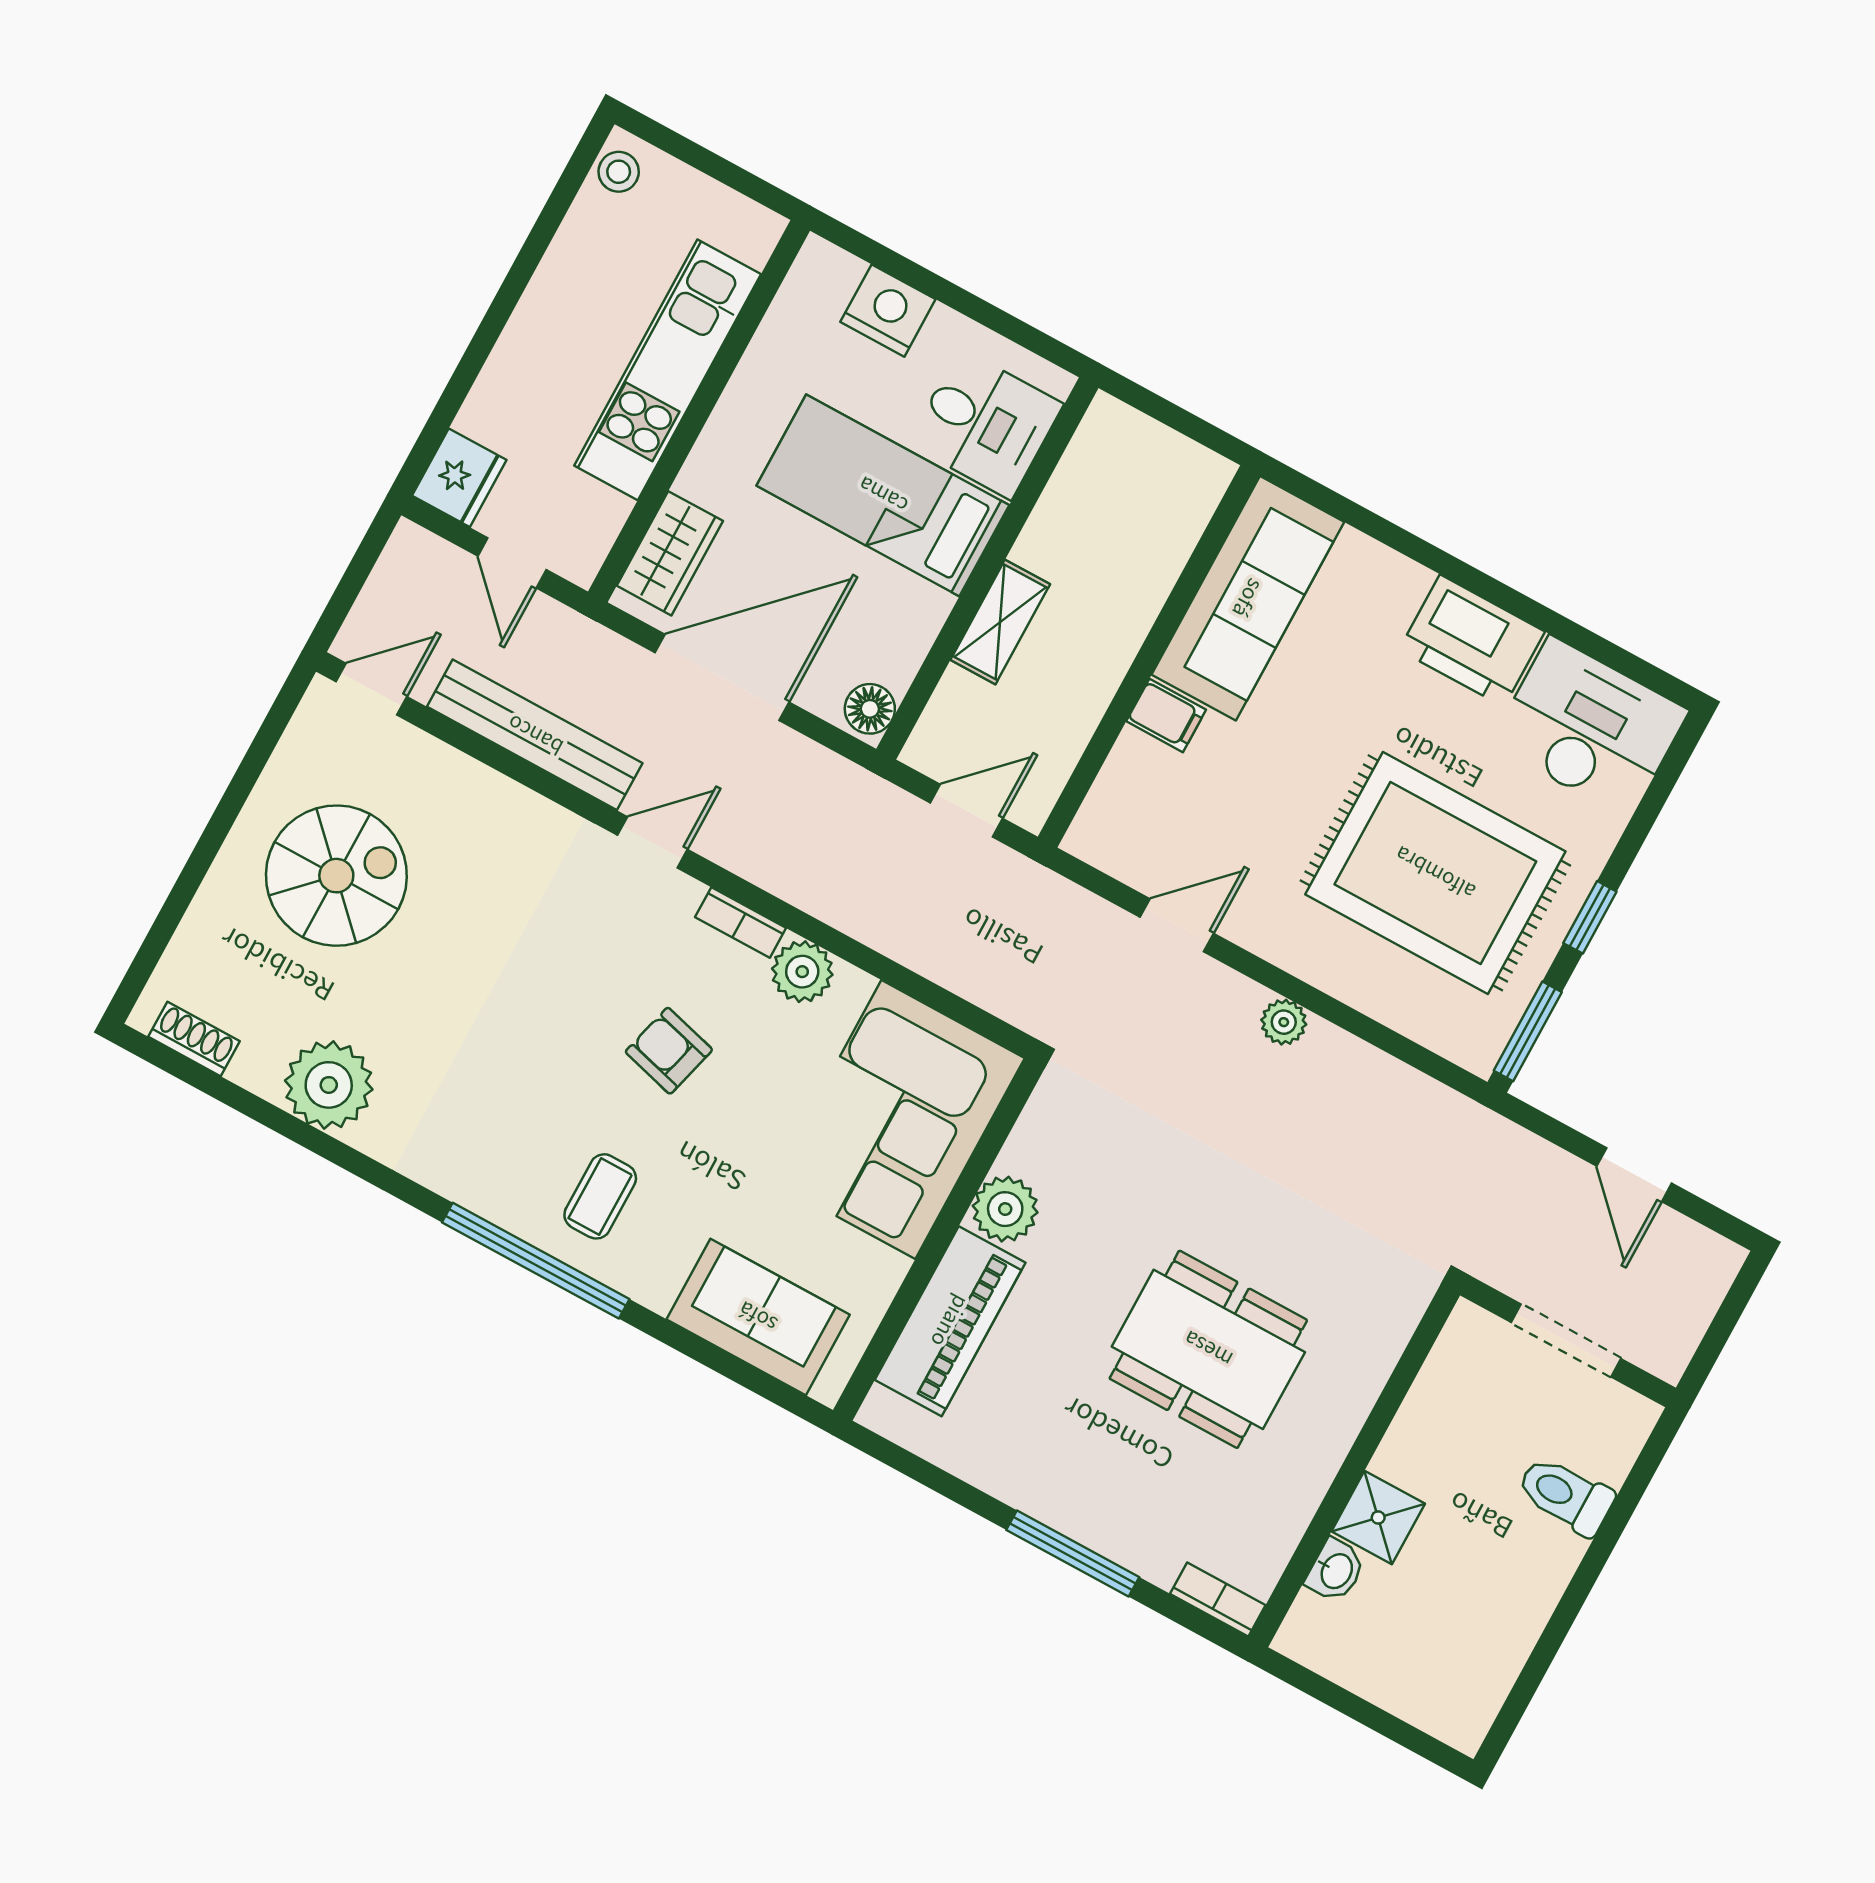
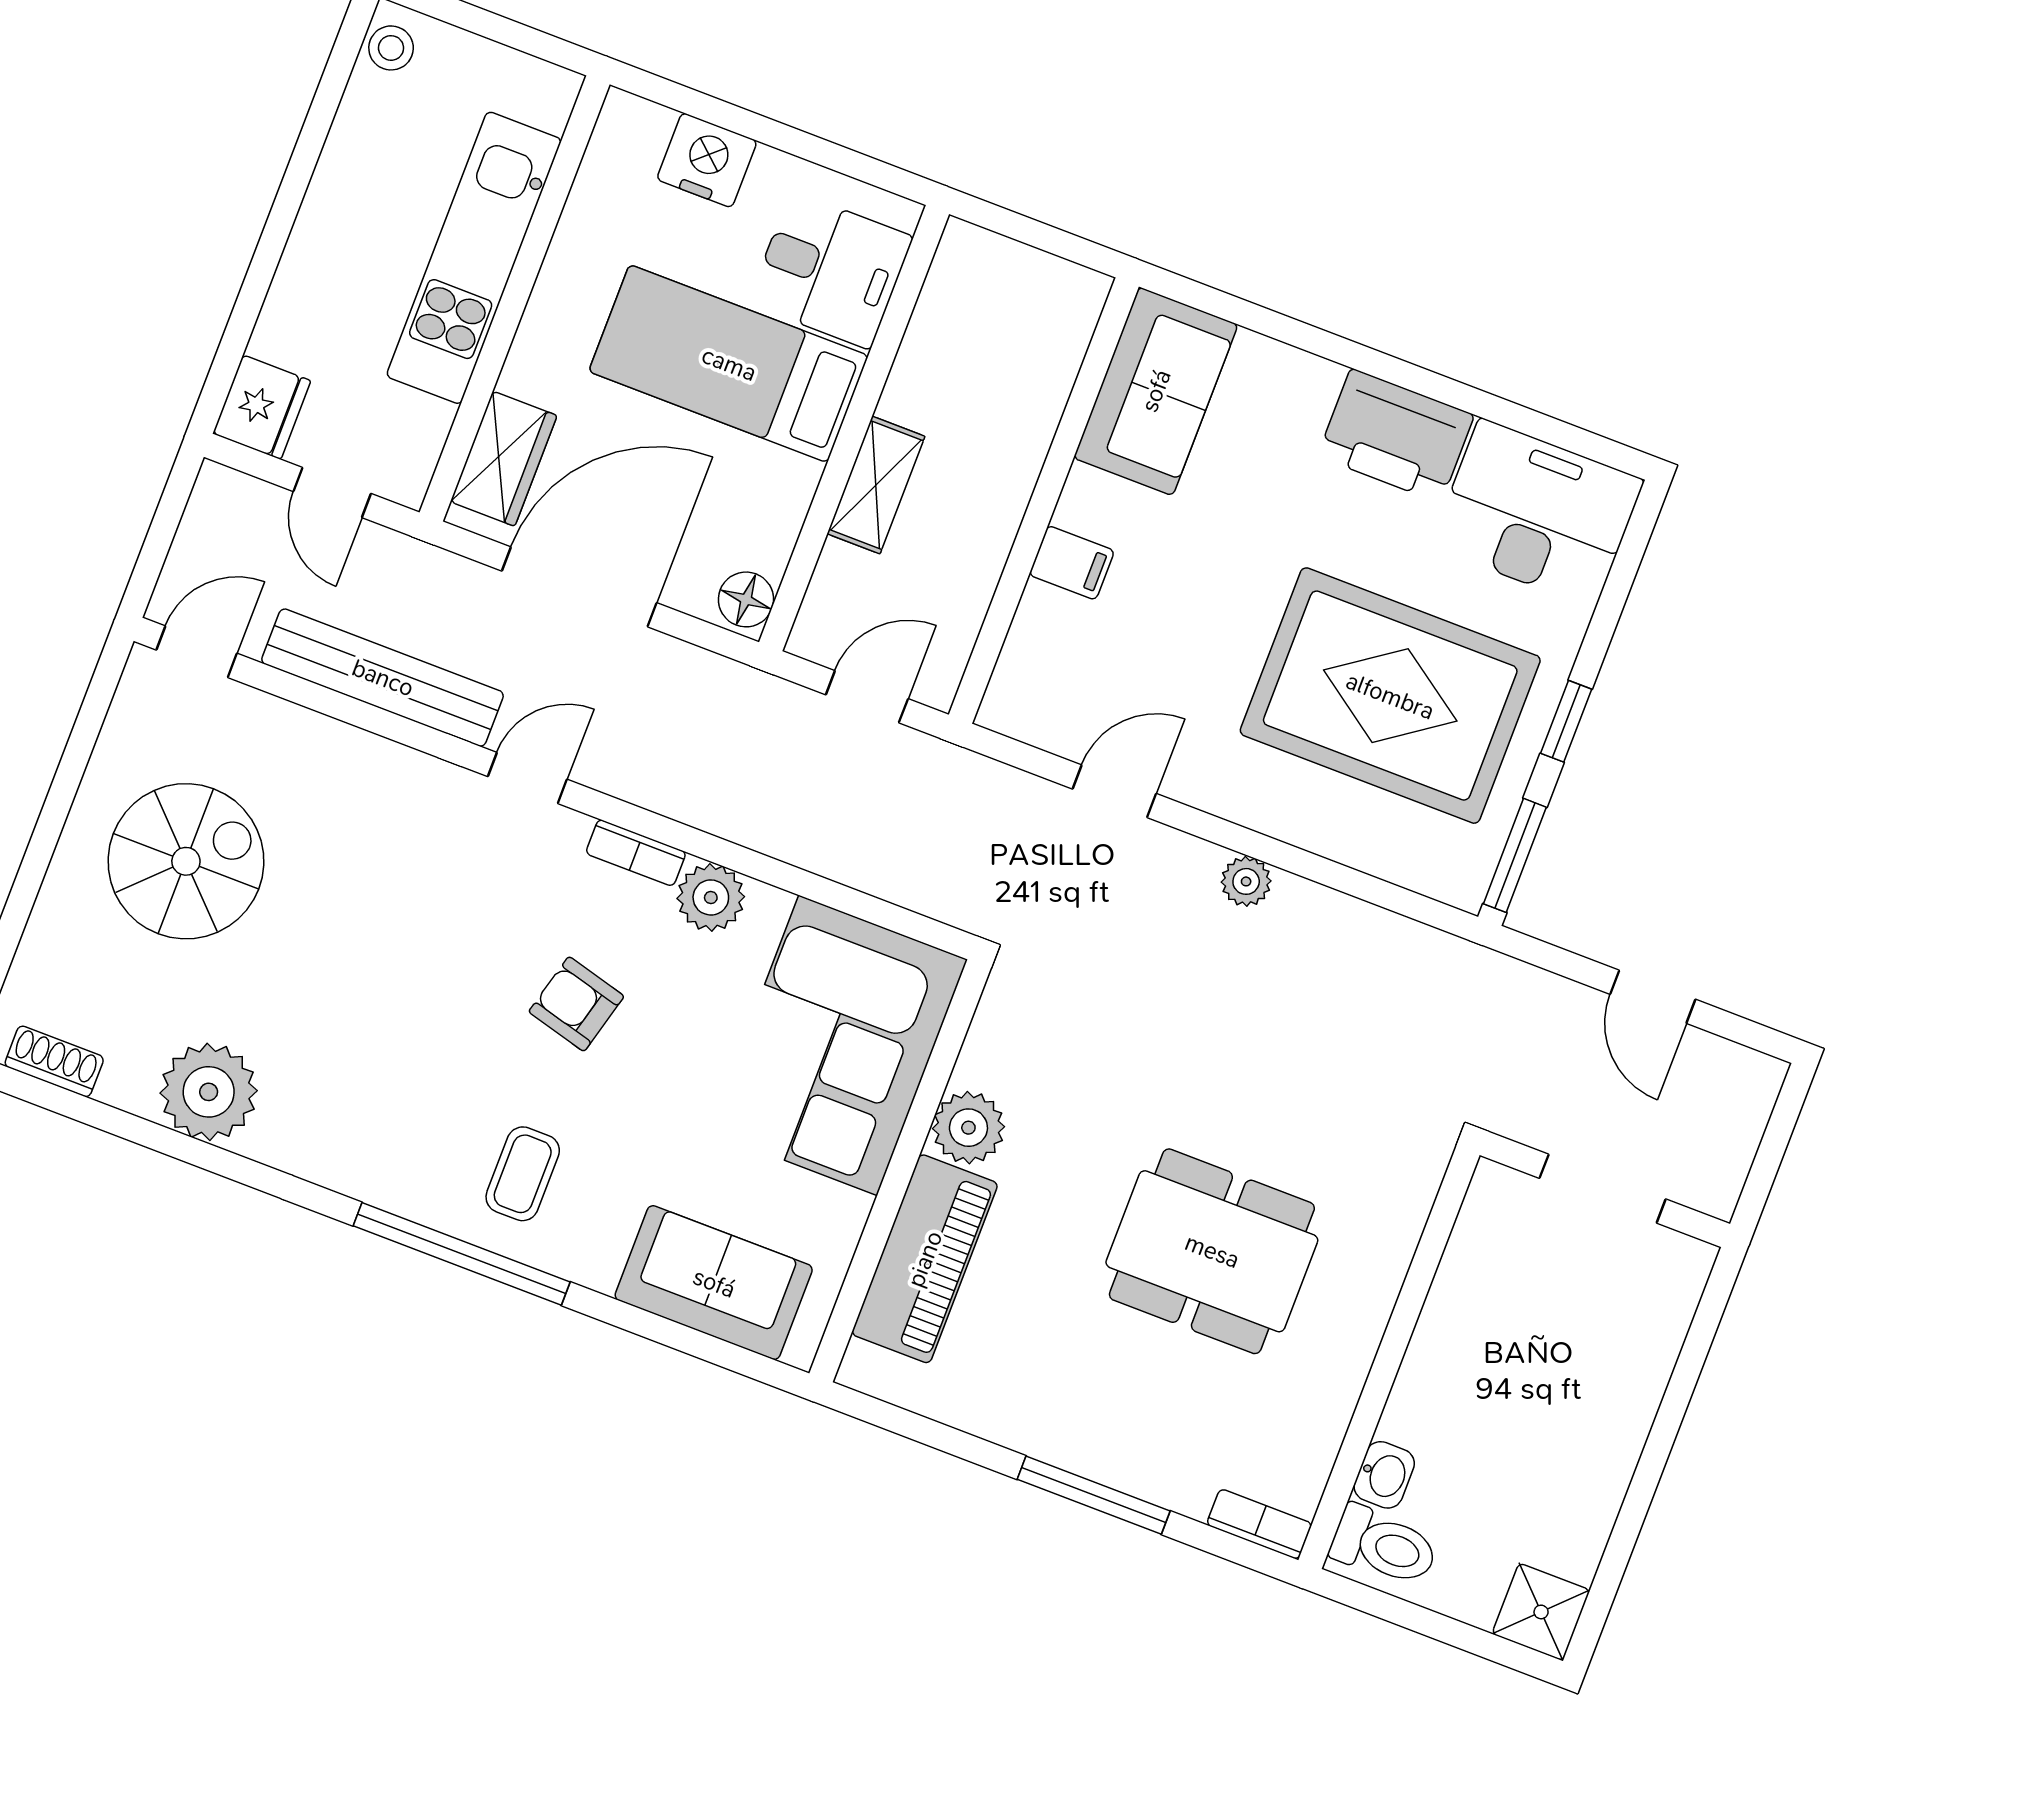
sofa: (1248, 598) -> (1156, 391), width x0.73
toilet: (1565, 1495) -> (1384, 1546), moved, turned 180
shower: (1378, 1518) -> (1541, 1612), moved

